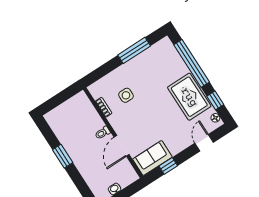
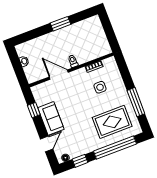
rug: (189, 97) -> (112, 122), moved
door: (204, 143) -> (47, 144), hinge flipped
sofa: (152, 158) -> (51, 118), moved

